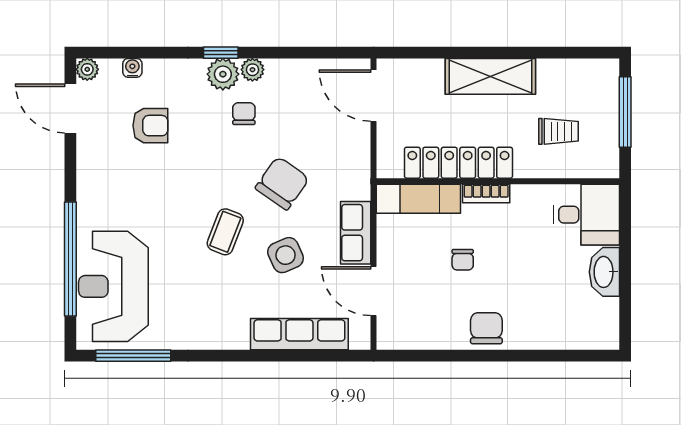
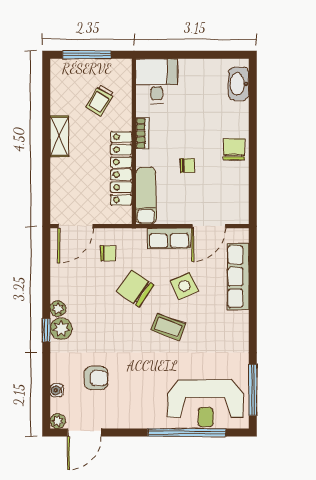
shelving: (490, 76) -> (59, 136), width x0.67, depth x0.75
chair: (244, 114) -> (108, 253), moved, turned 180
armchair: (150, 126) -> (96, 378), turned 90
trolley: (558, 131) -> (100, 100), turned -149
bookcase: (486, 193) -> (142, 133), moved
washbasin: (604, 272) -> (239, 84), moved, turned 90
chair: (486, 328) -> (234, 149), turned 90

